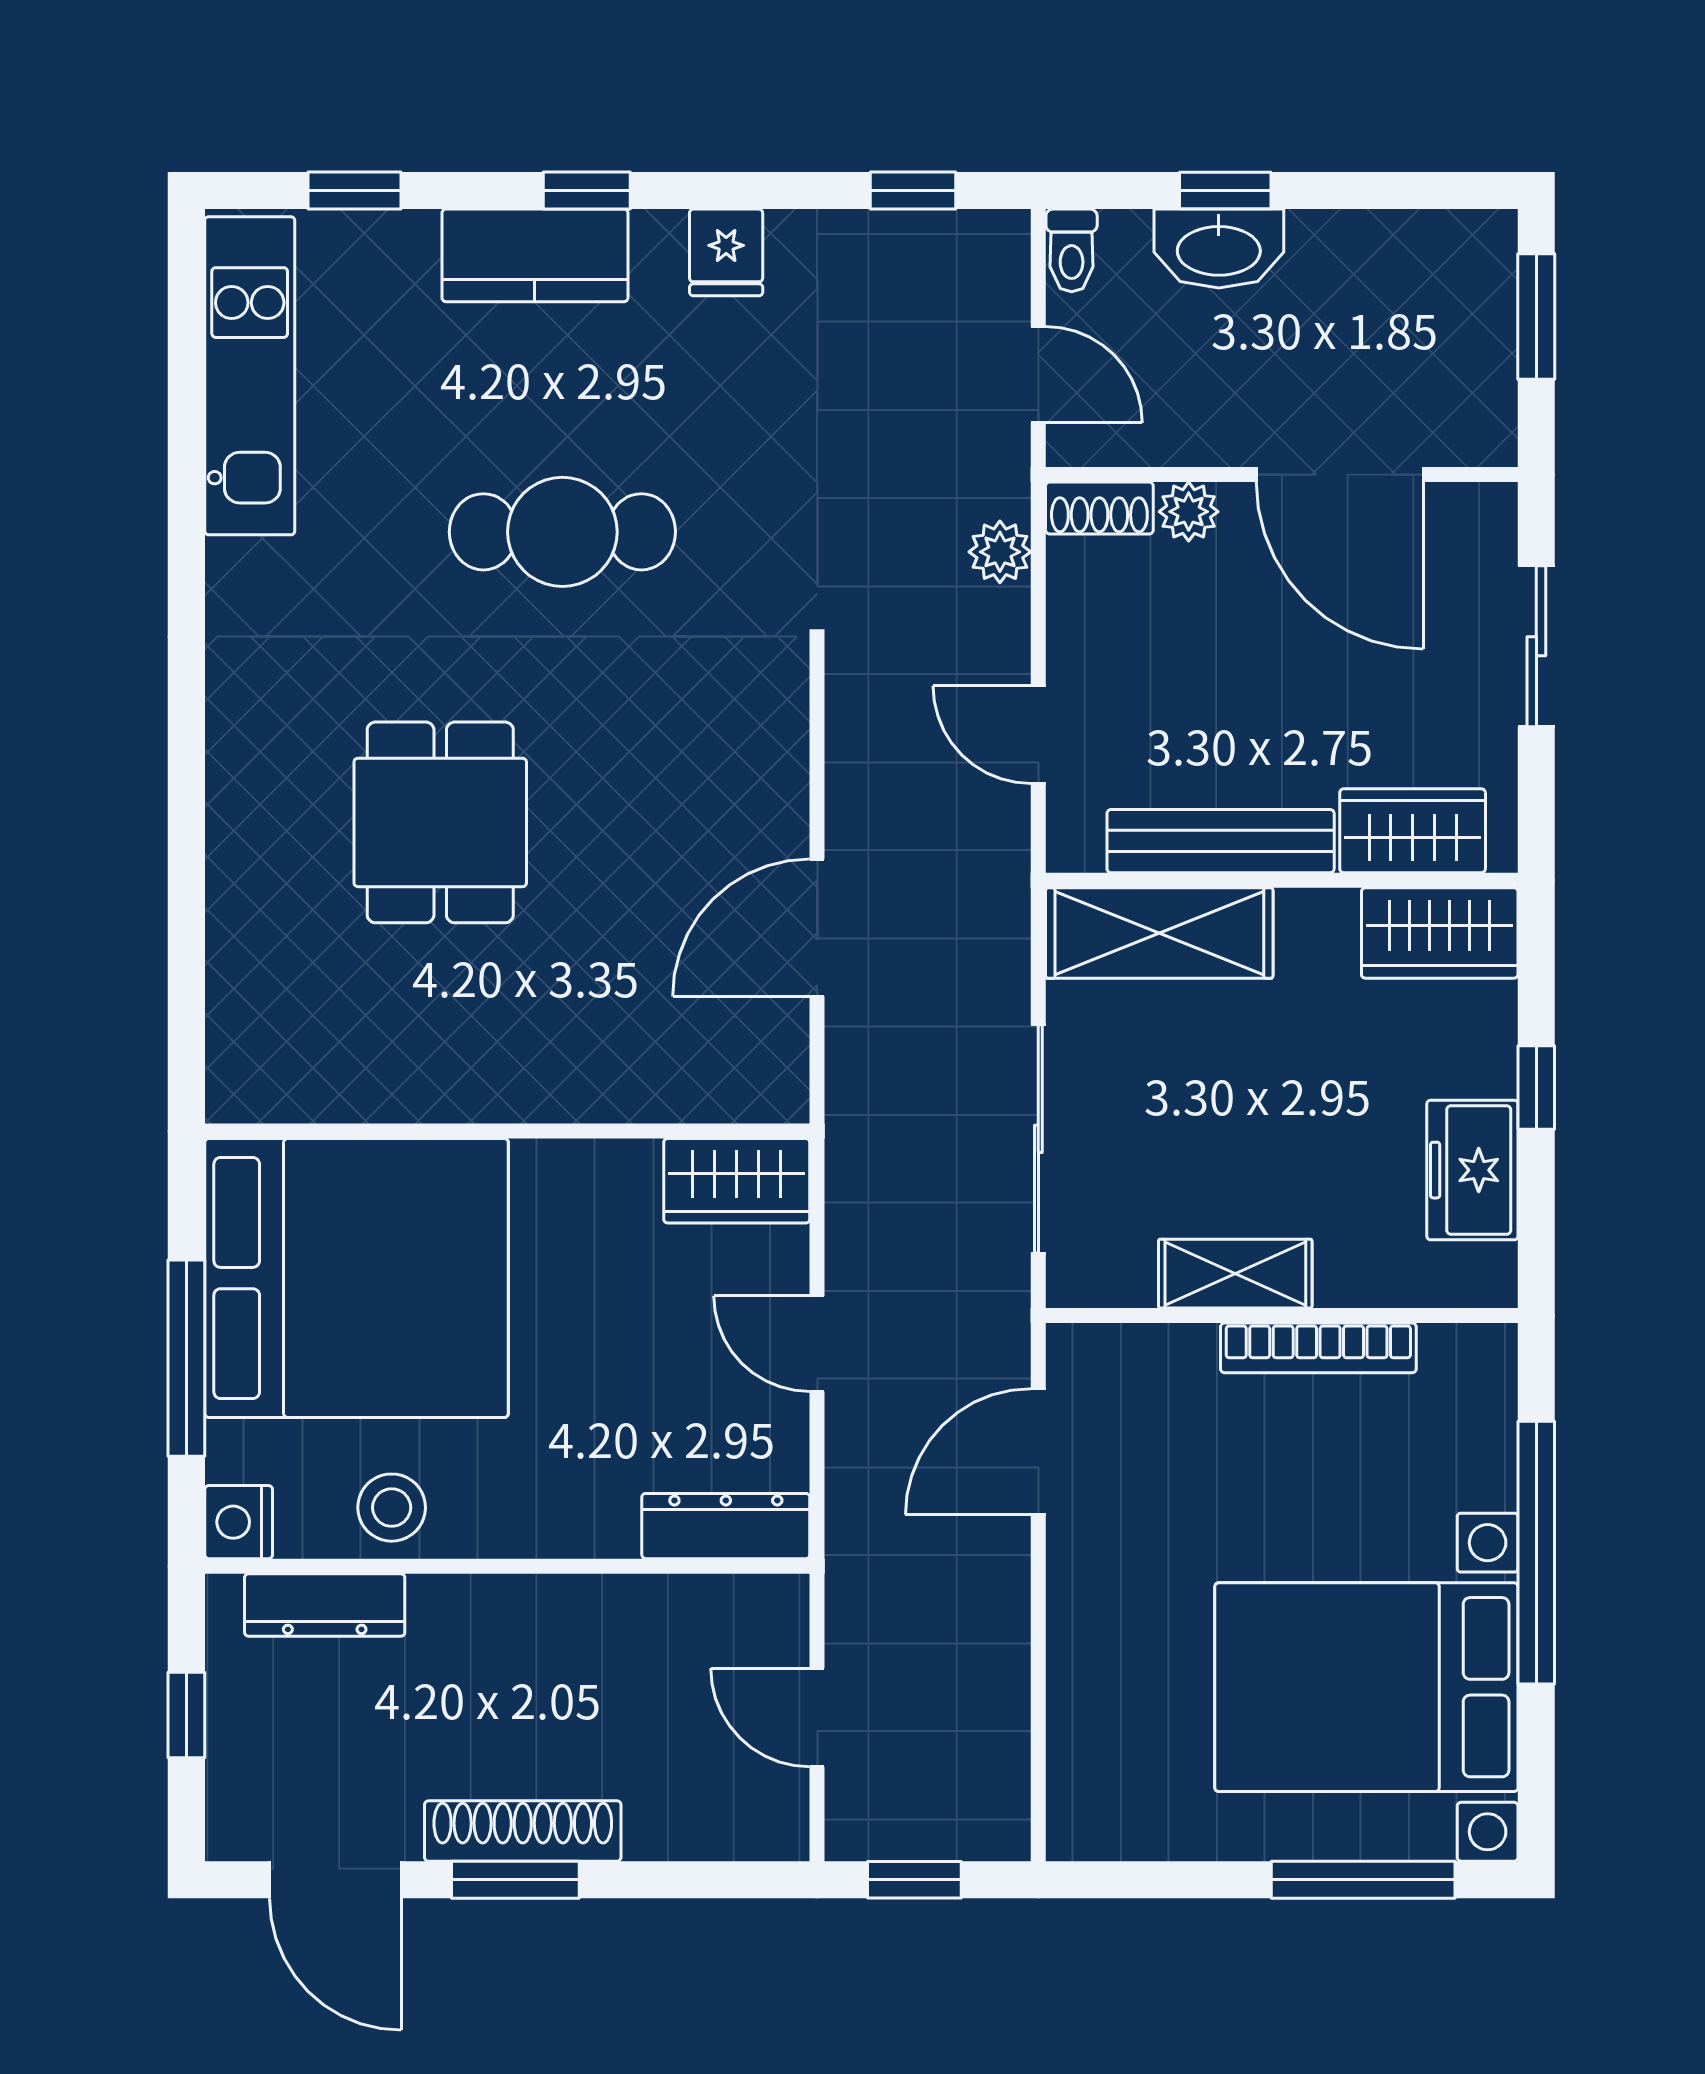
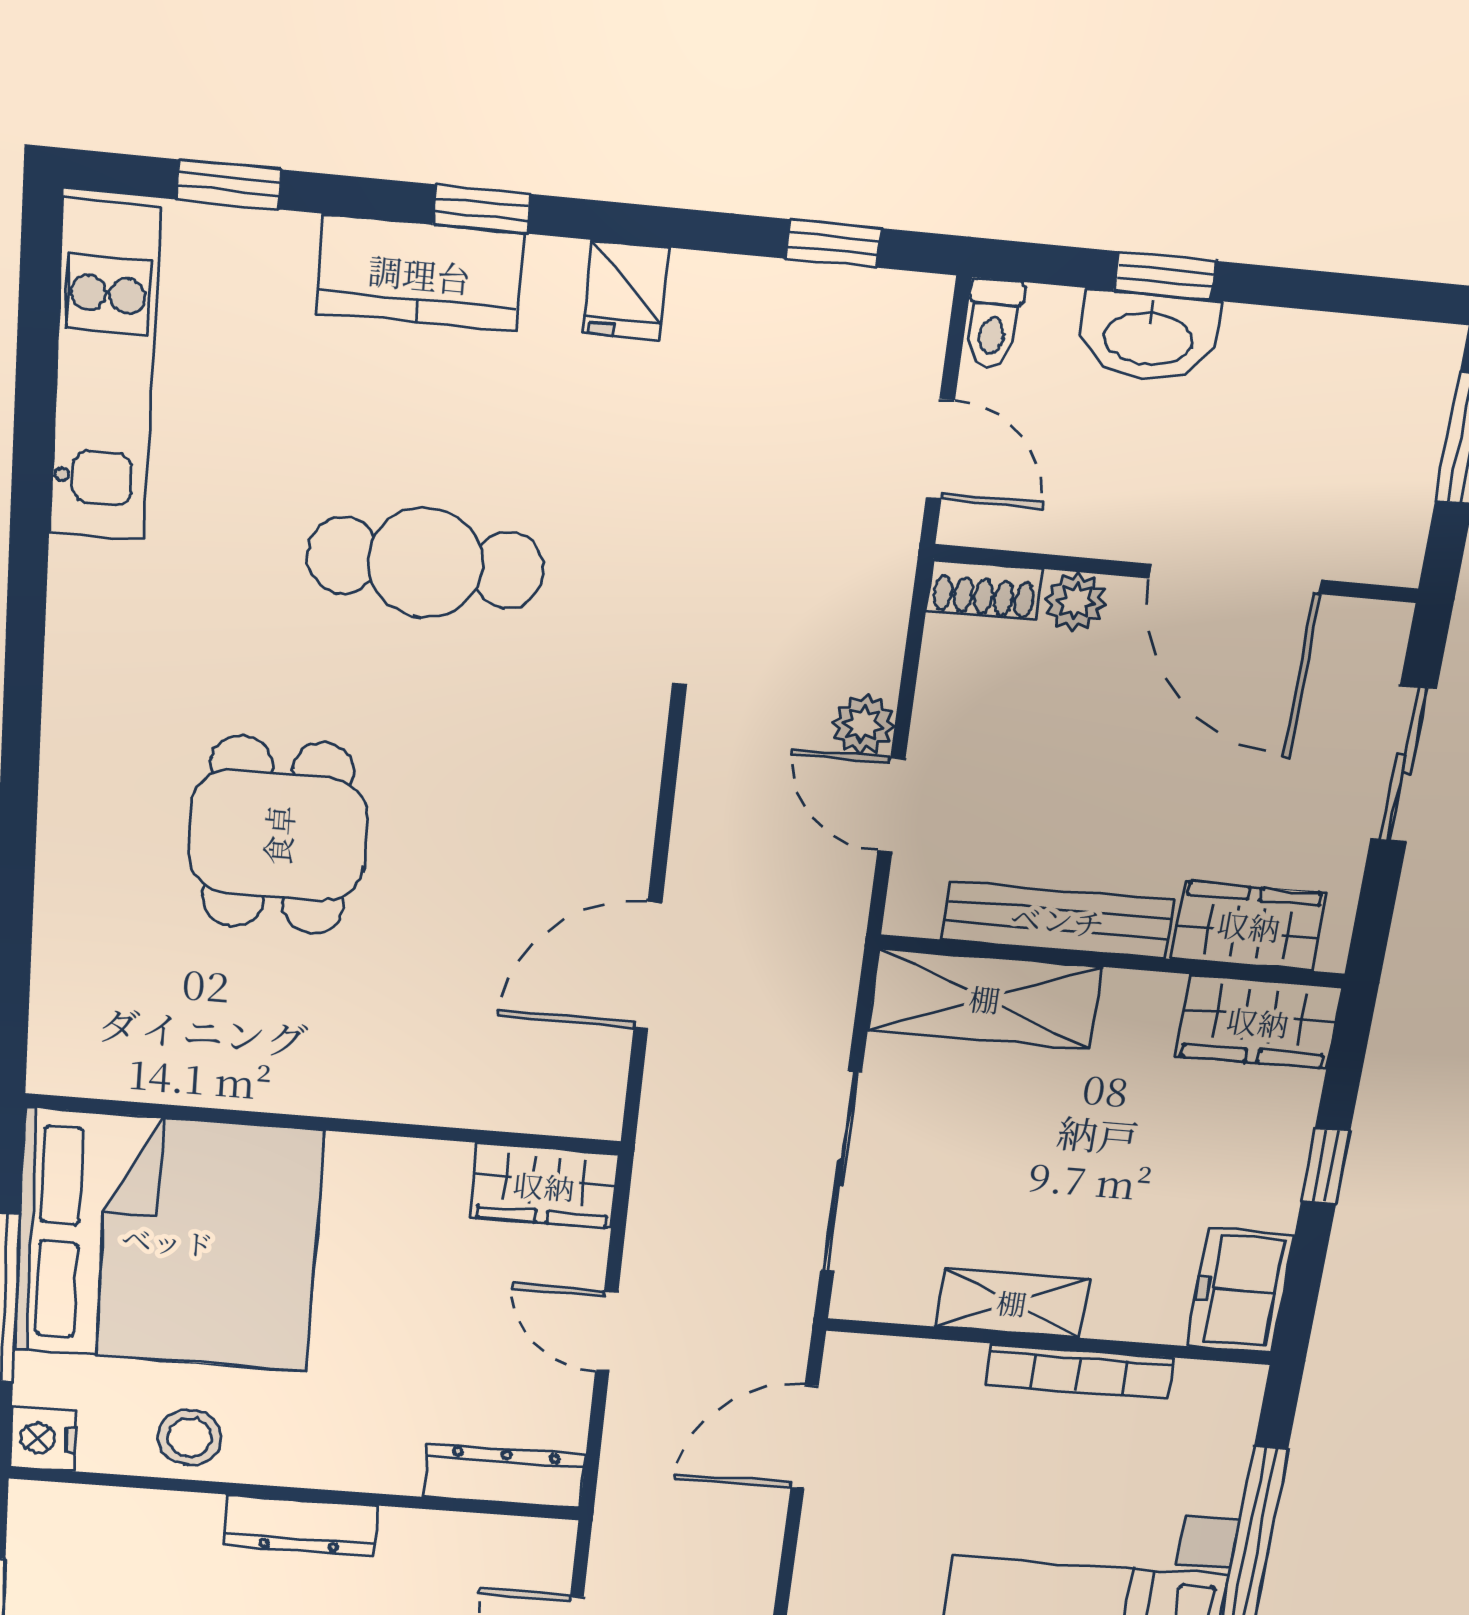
plant: (1000, 552) -> (863, 725), moved
freezer: (1472, 1170) -> (1240, 1291), moved
dresser: (325, 1605) -> (300, 1525), moved

